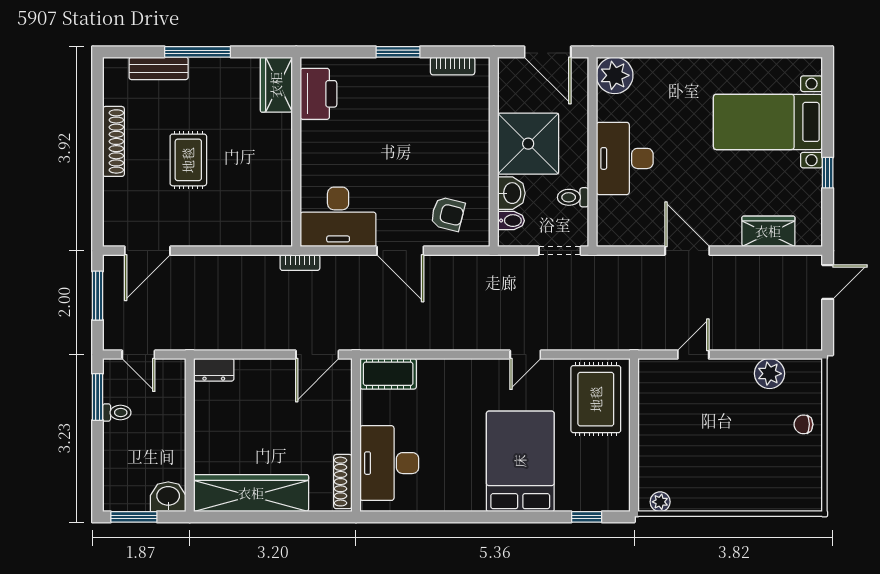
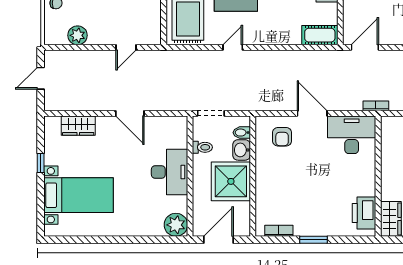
door: (548, 52) -> (219, 240), hinge flipped
armchair: (448, 214) -> (282, 137), turned -104
door: (828, 282) -> (41, 78), moved

